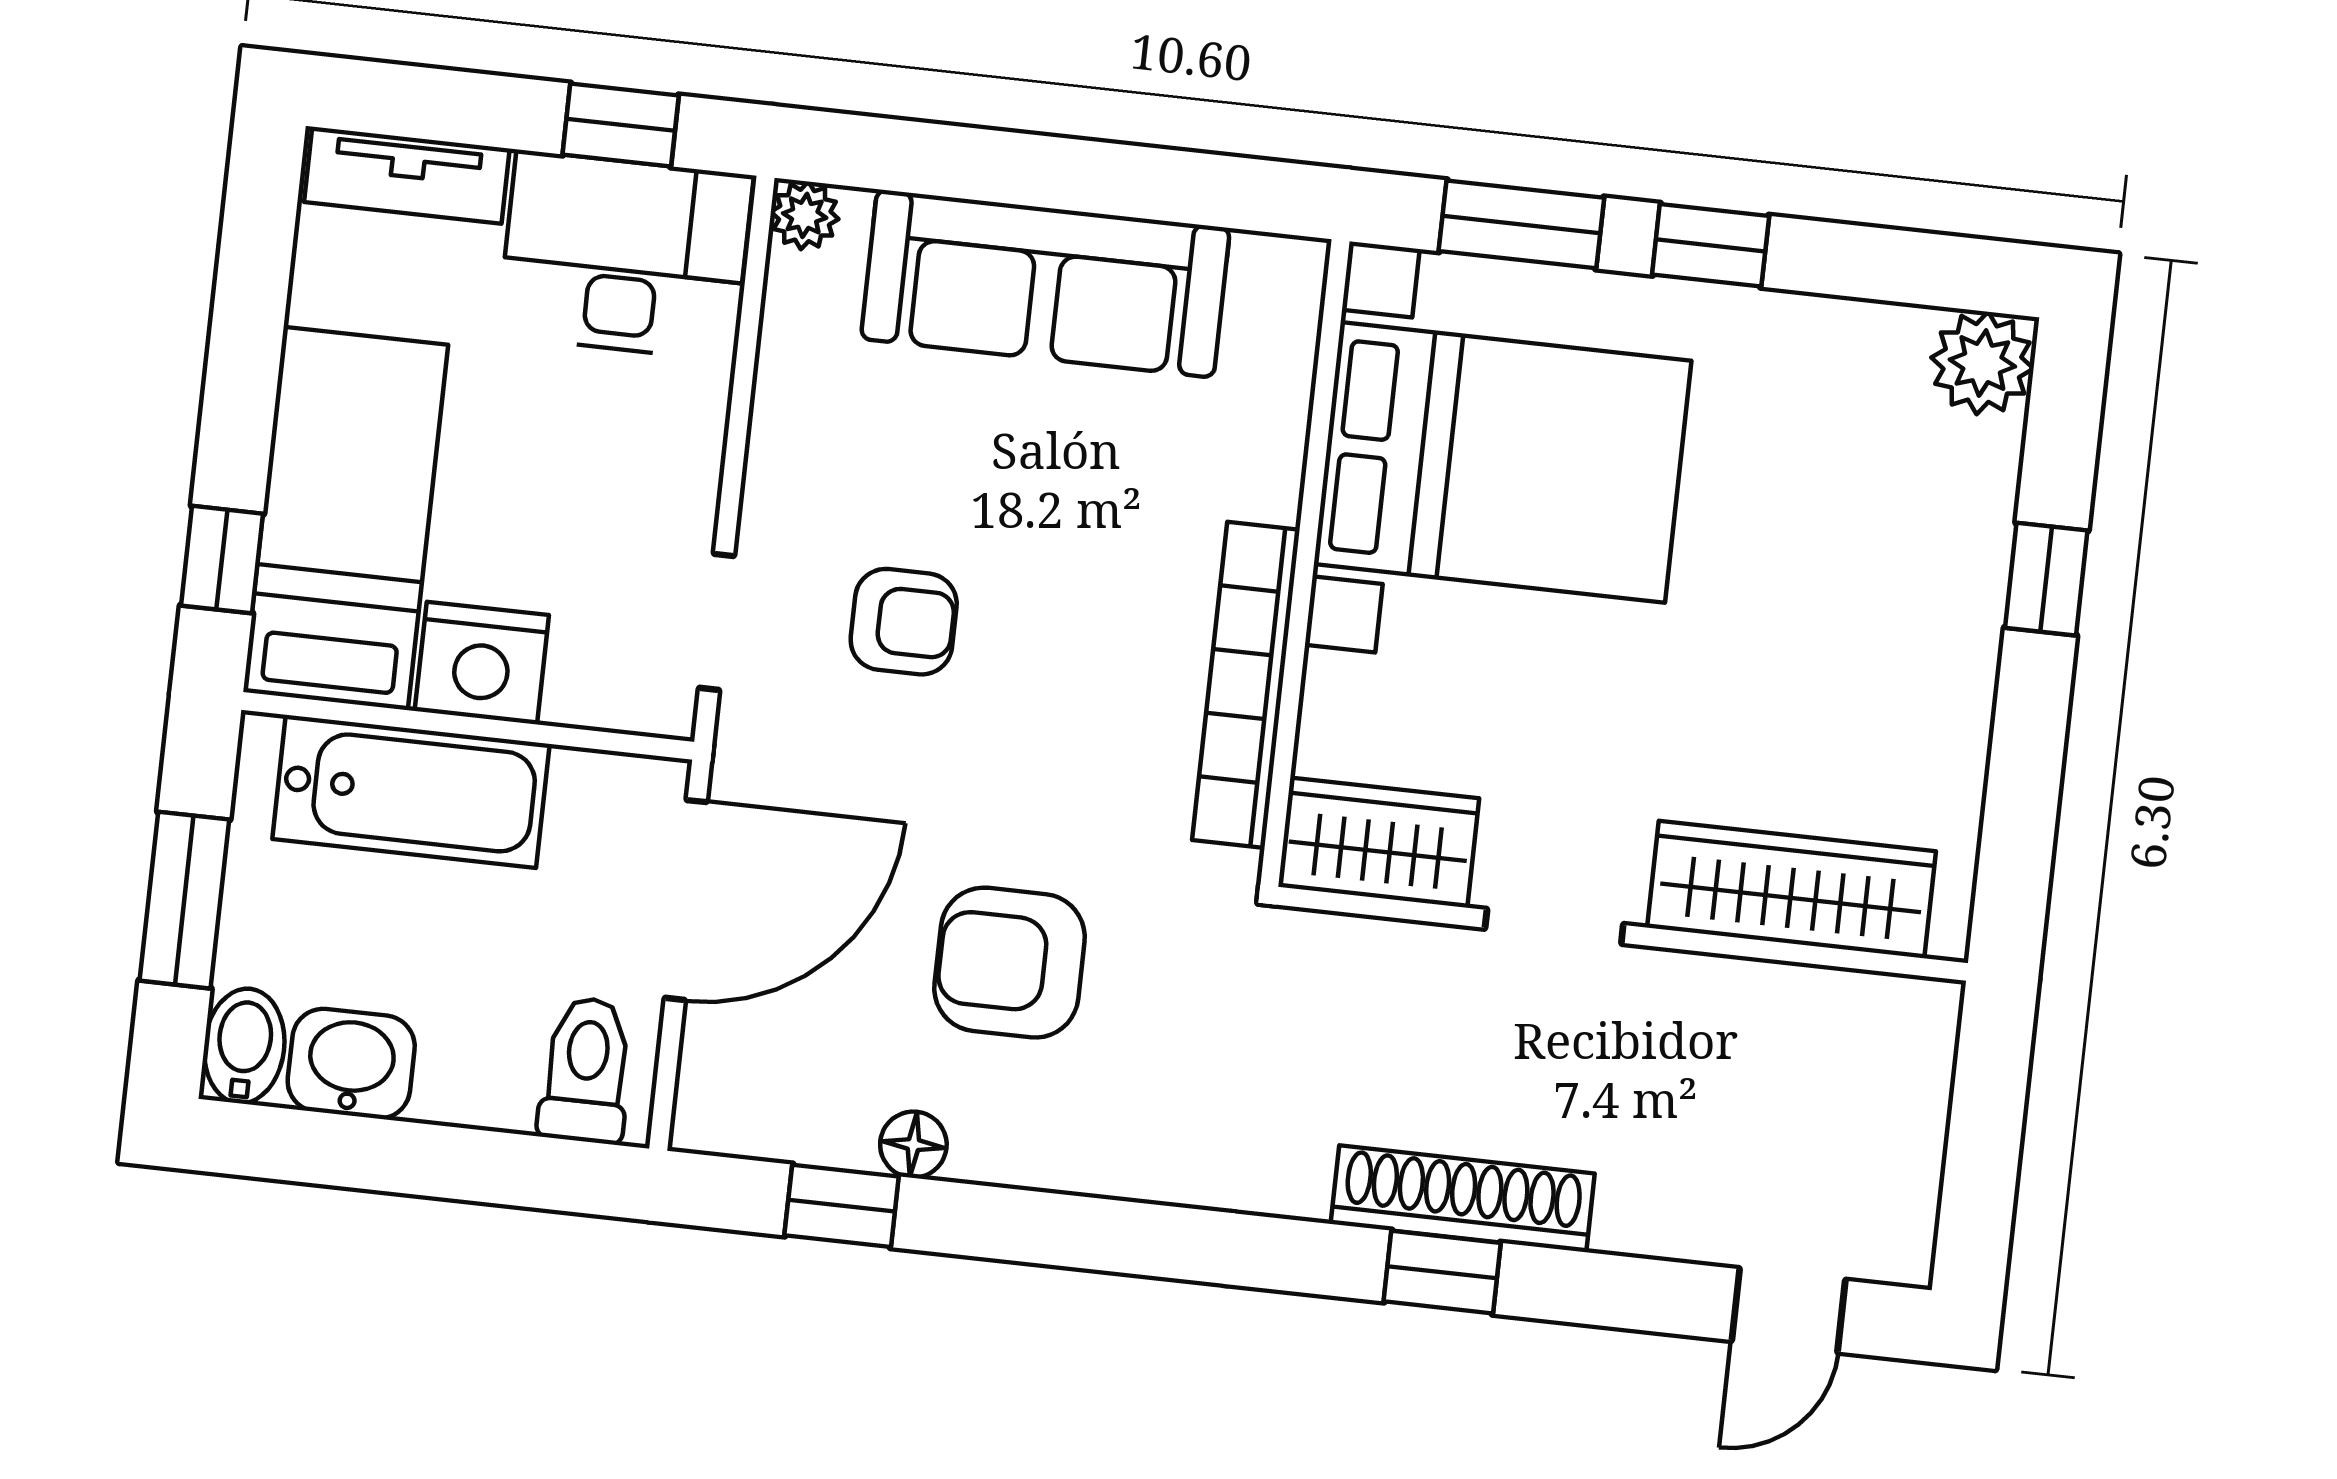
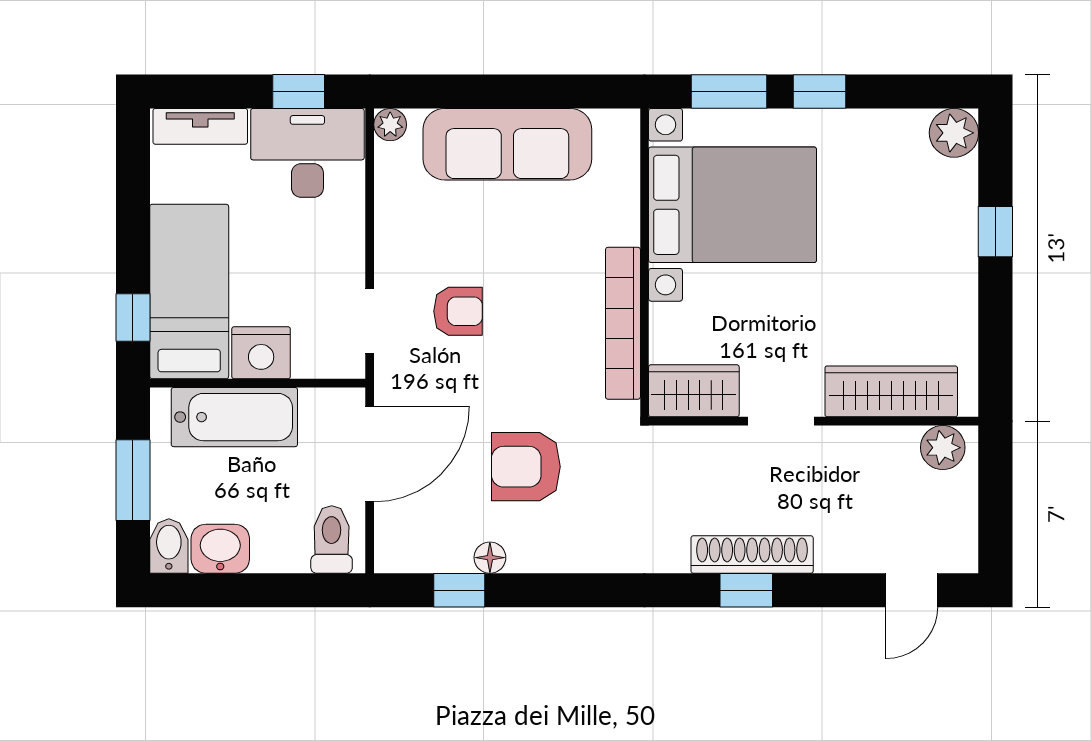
plant: (1886, 1019) -> (943, 448), added

